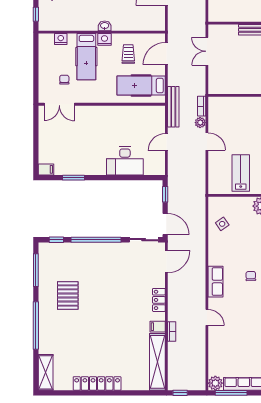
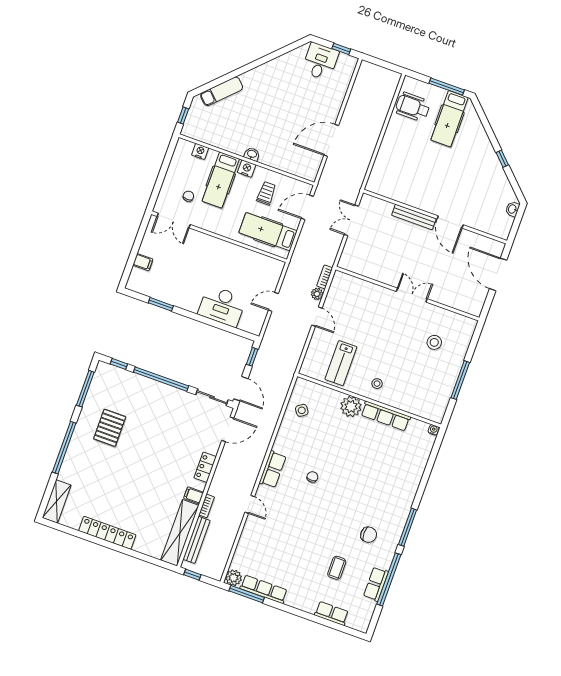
bench: (173, 107) -> (197, 540), moved
filing cabinet: (46, 169) -> (143, 262), moved
lab bench: (241, 173) -> (341, 363), turned 180

